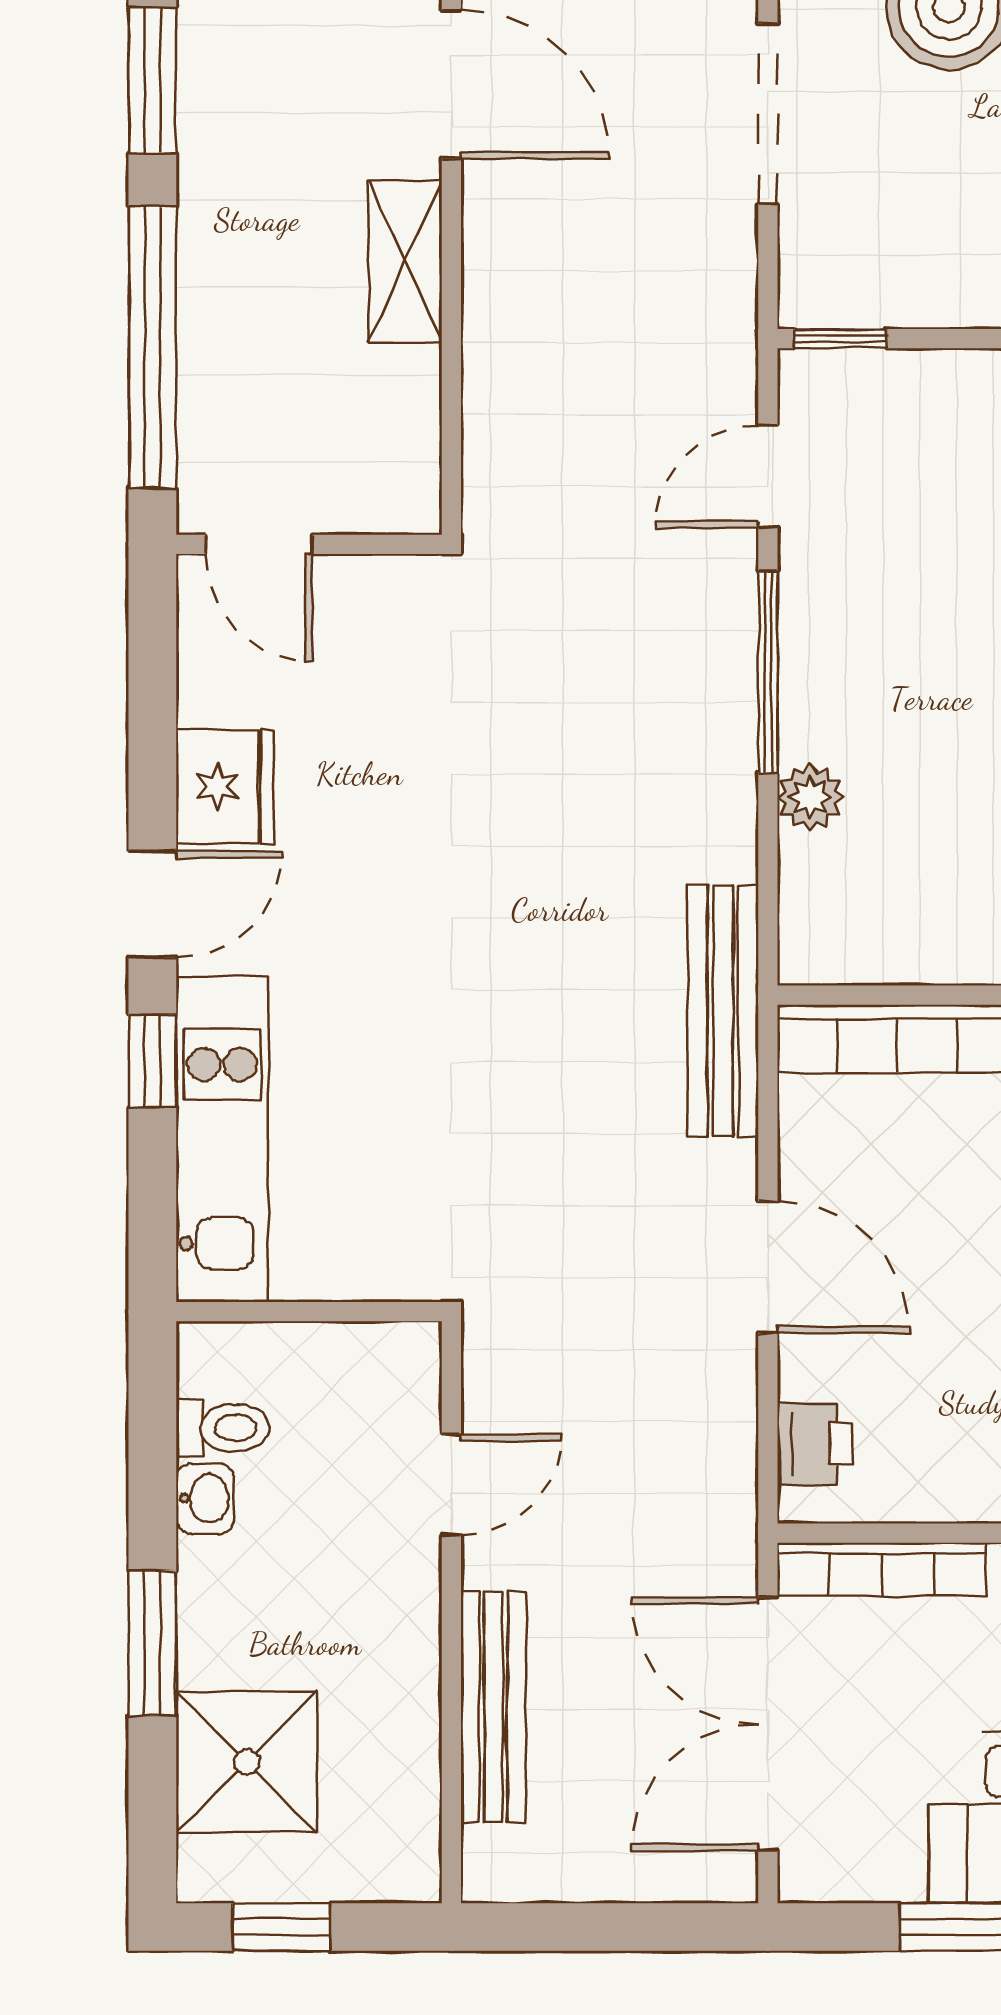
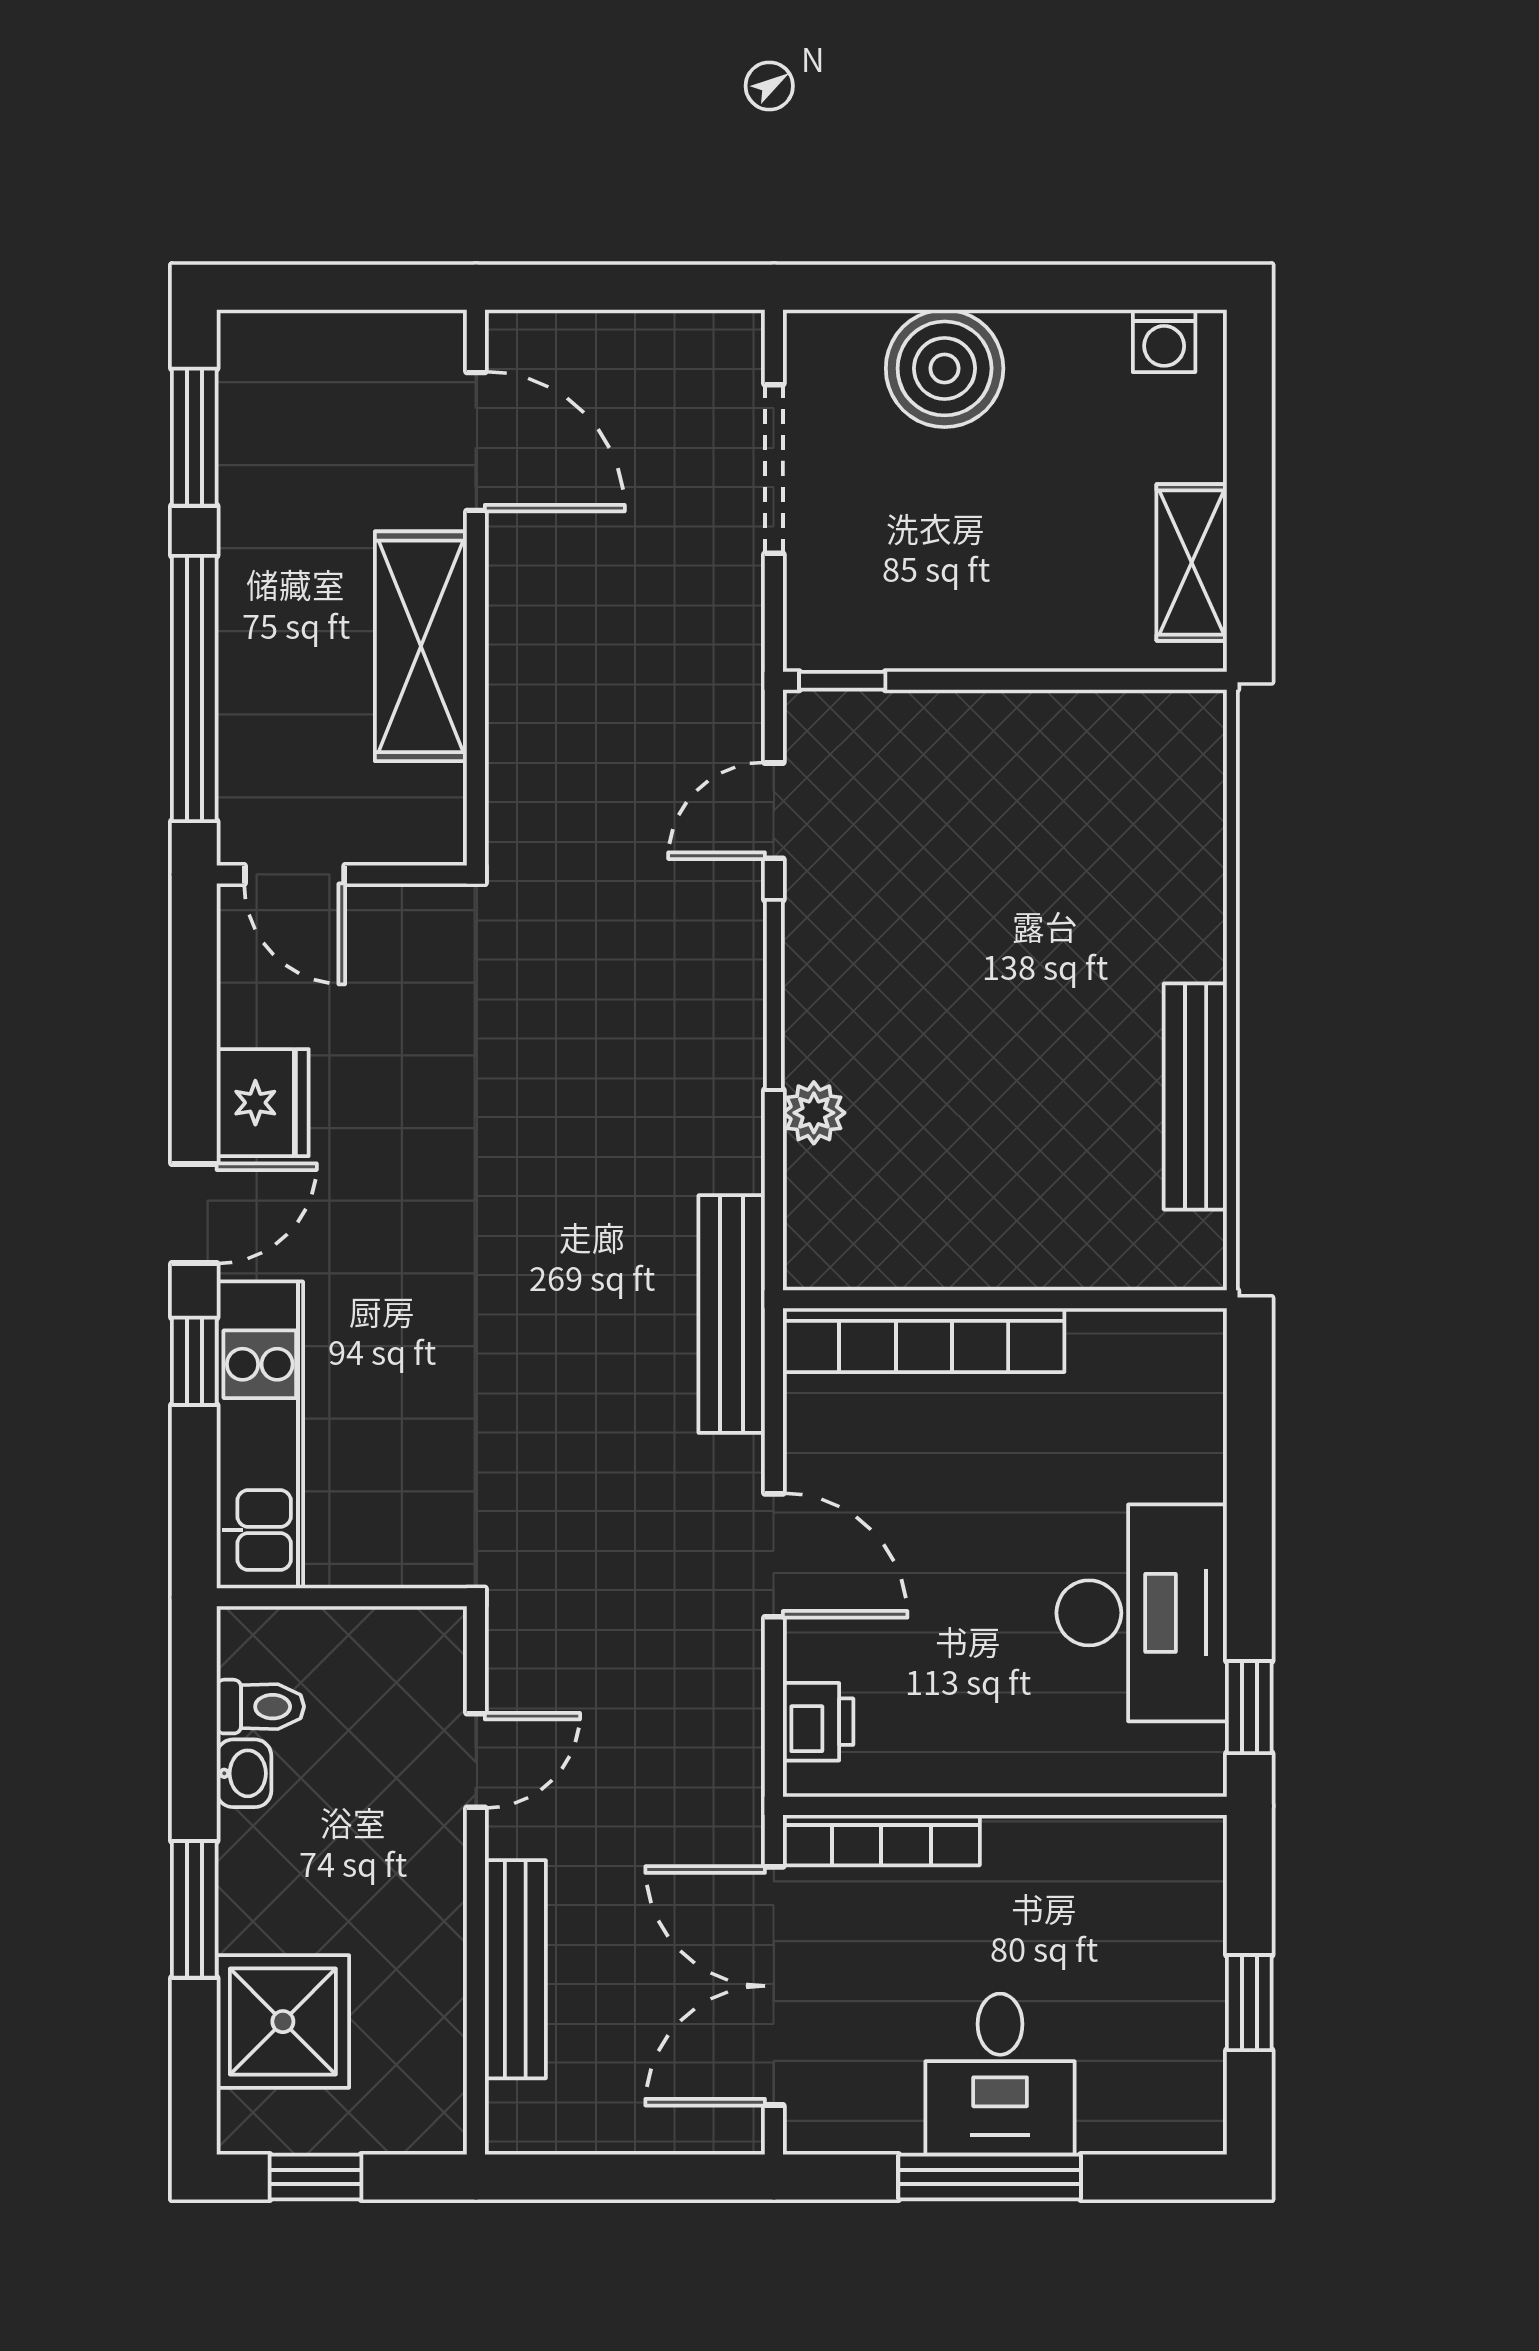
shelving: (405, 261) -> (421, 646), width x1.50, depth x1.33

